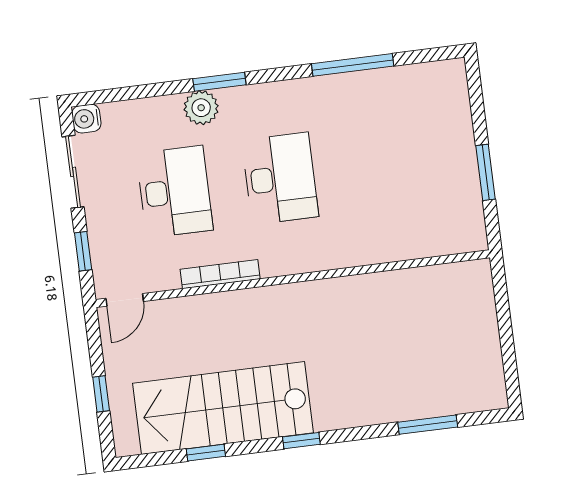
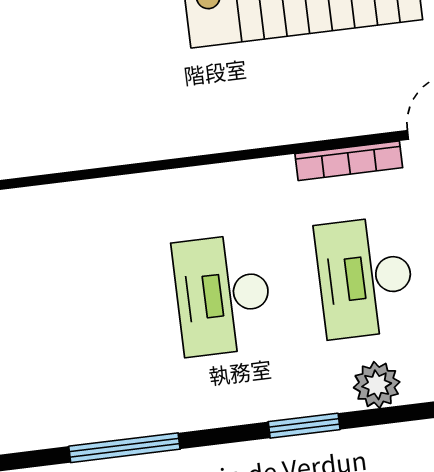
plant: (201, 108) -> (377, 385), moved
bookcase: (220, 274) -> (349, 161), moved

